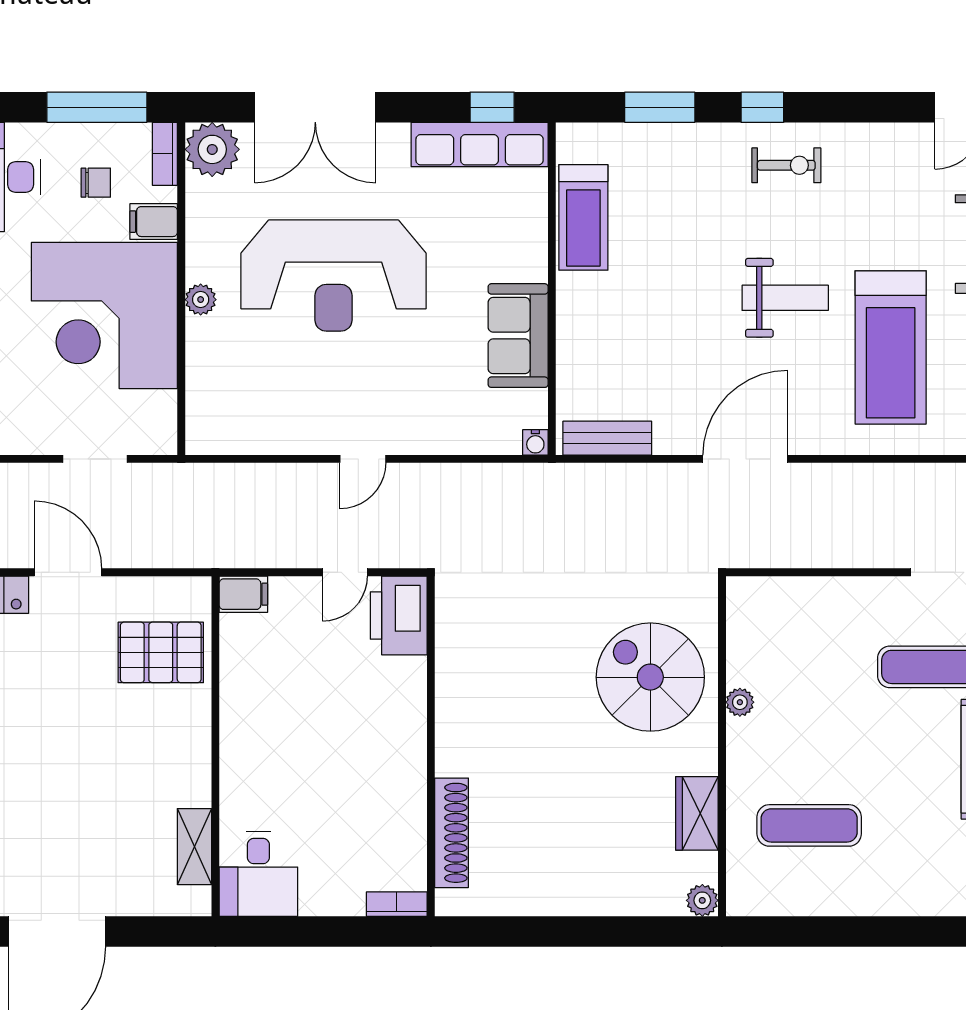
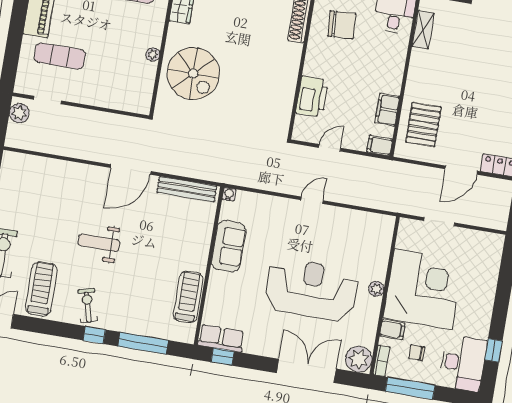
window: (660, 107) -> (143, 343), width x1.44
row of seats: (480, 144) -> (221, 338), width x0.68
exercise bike: (786, 165) -> (88, 305), turned 75
treadmill: (891, 347) -> (41, 289), moved, width x0.73, depth x0.73
bench: (607, 438) -> (187, 189), width x1.36
door: (68, 572) -> (461, 170), hinge flipped
printer: (399, 615) -> (312, 97), moved
pallet: (161, 652) -> (424, 125), turned 90
filing cabinet: (240, 670) -> (387, 110), added
chair: (363, 829) -> (342, 25), added

